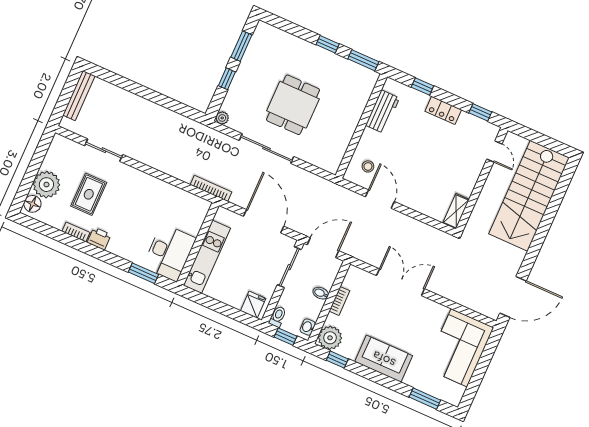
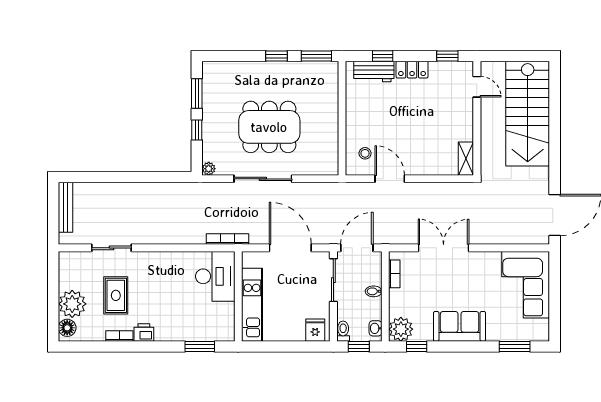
dining table: (293, 105) -> (269, 127), width x1.38
workbench: (383, 112) -> (374, 72), moved, turned 90
desk: (169, 253) -> (215, 276), moved
bookcase: (339, 301) -> (394, 274), moved

